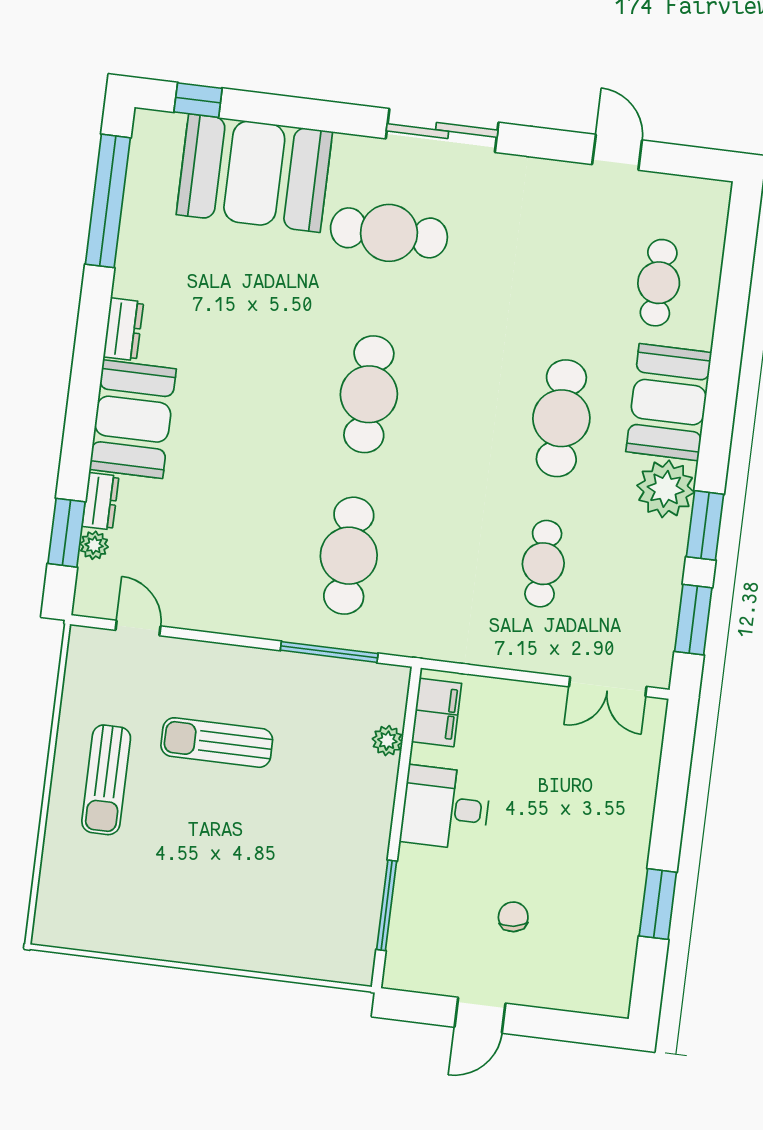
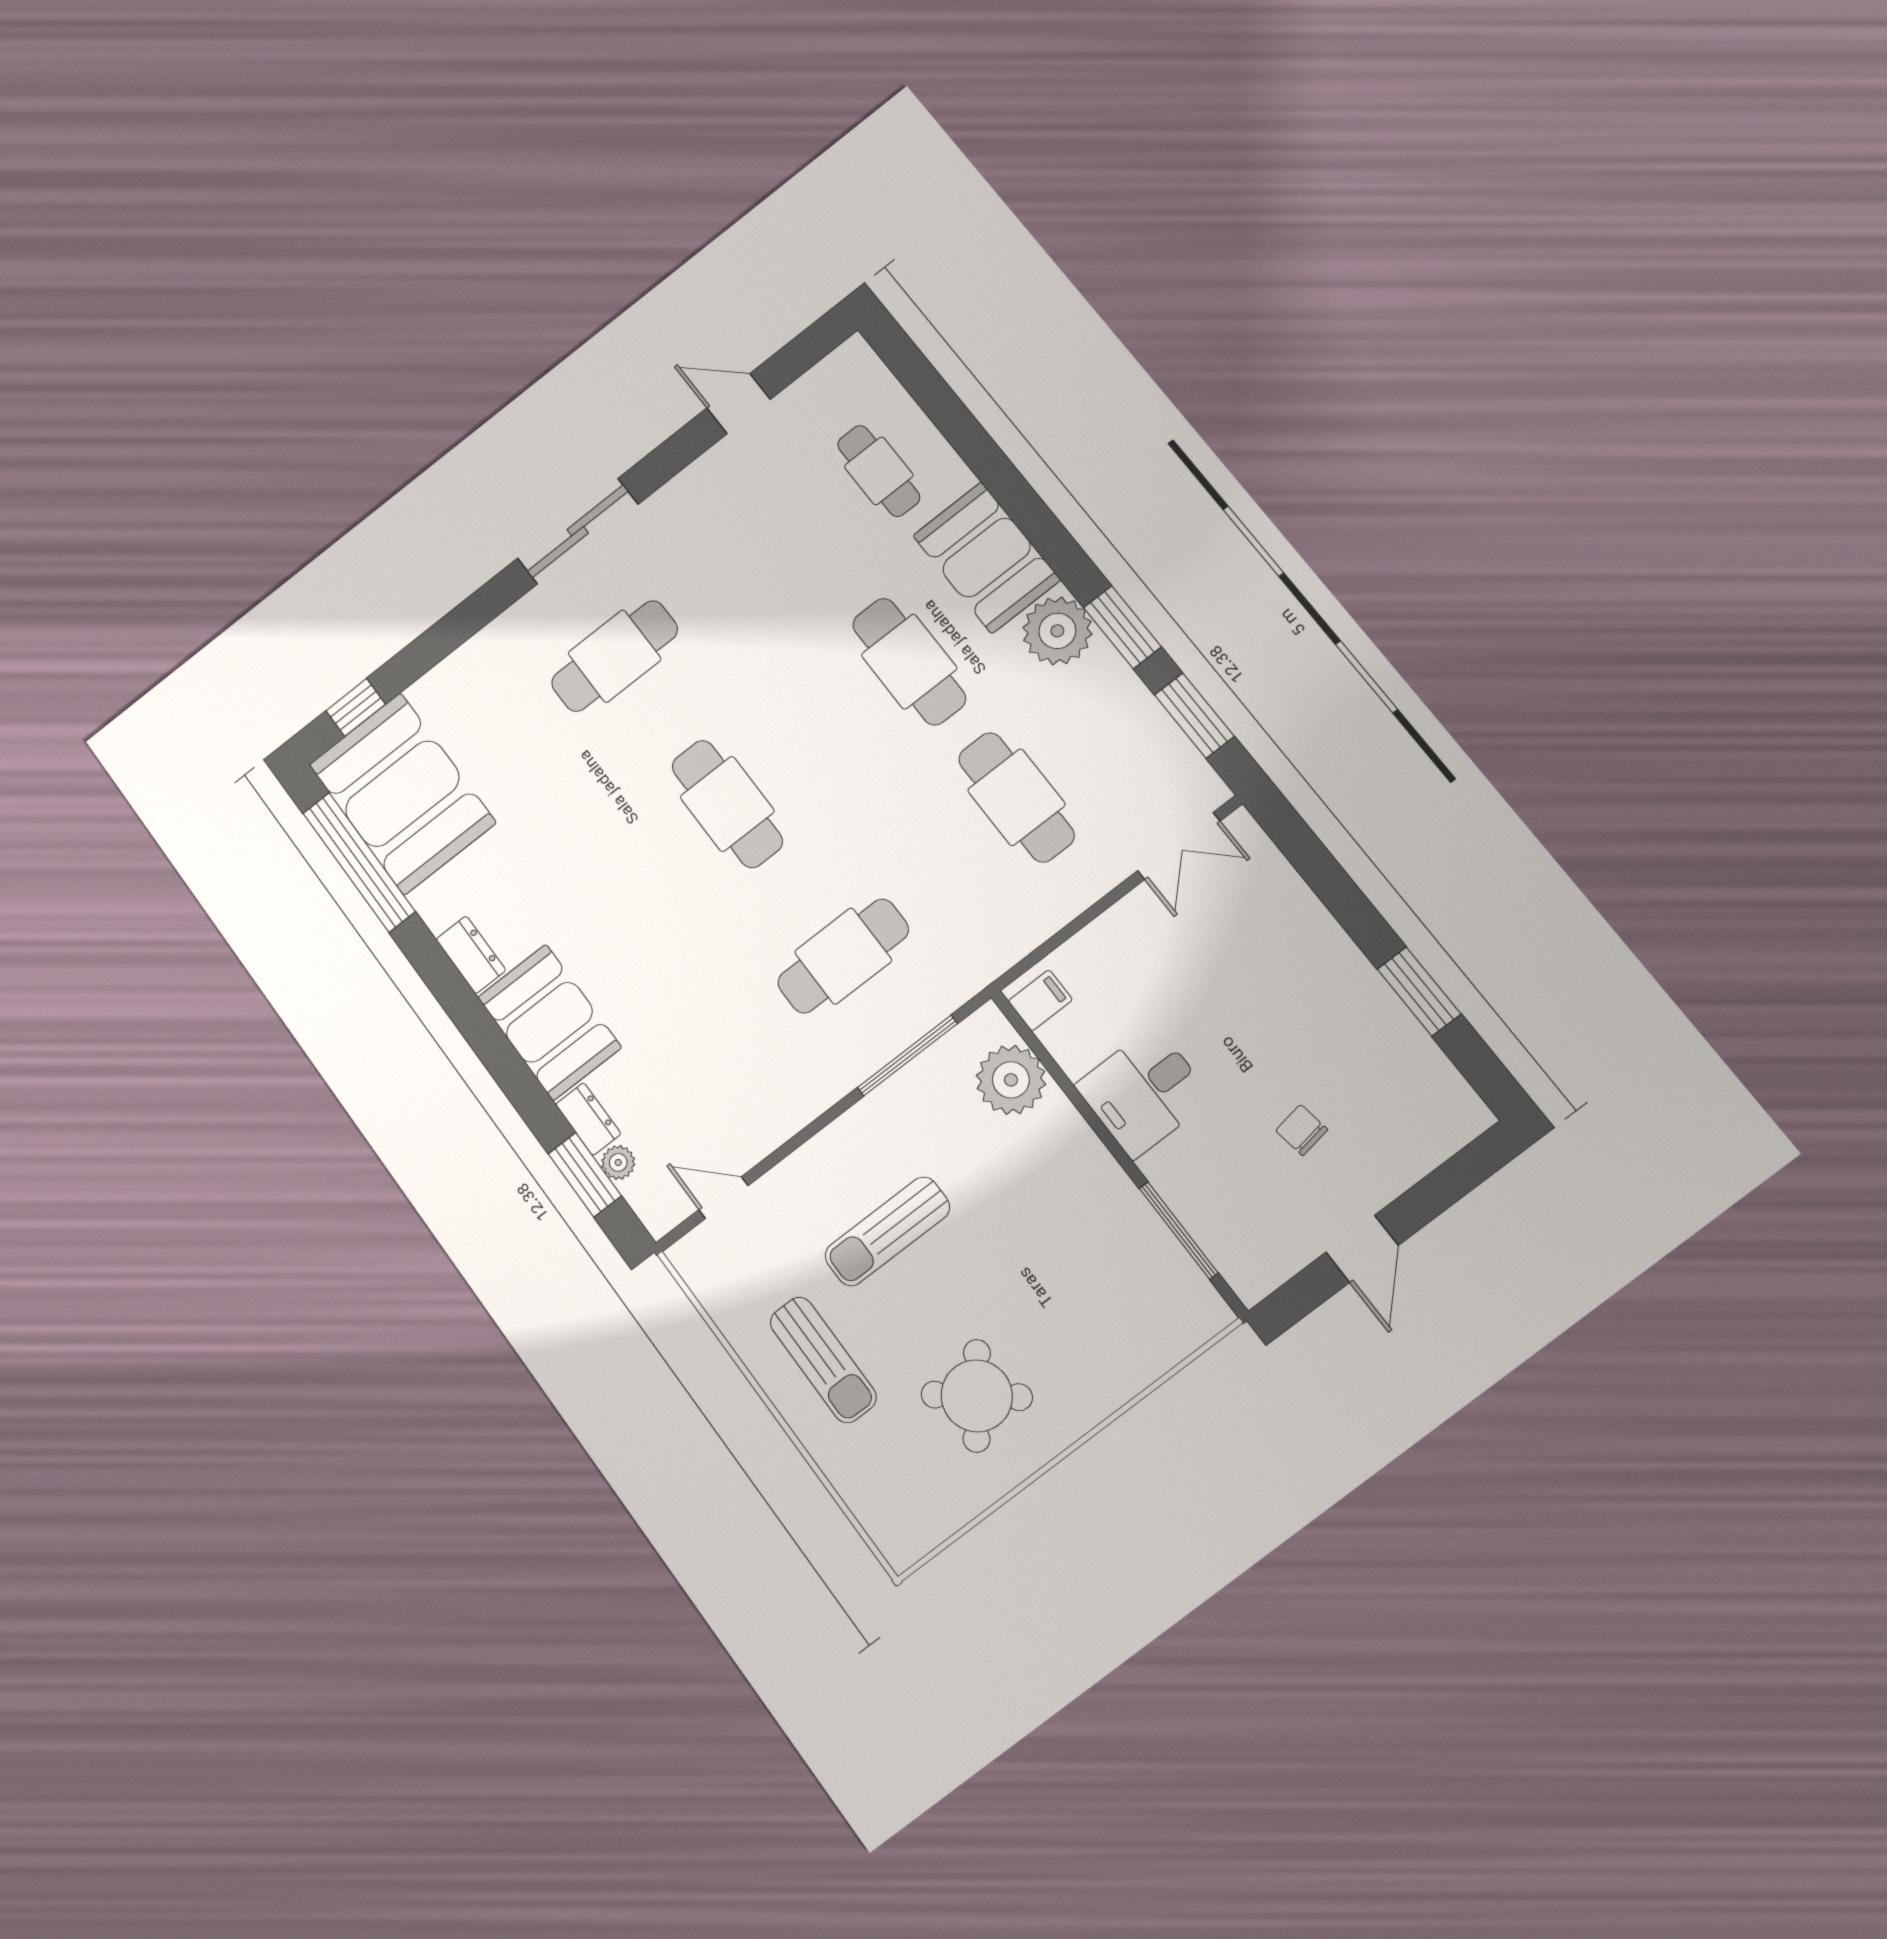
booth: (254, 173) -> (402, 794), moved, turned 90
cafe table: (349, 556) -> (843, 956), turned 90
cafe table: (543, 564) -> (1016, 797), width x1.37, depth x1.35
filing cabinet: (437, 712) -> (1040, 1000), width x0.50
plant: (387, 741) -> (1011, 1080), width x1.87, depth x1.87
round table: (177, 887) -> (977, 1396), added

